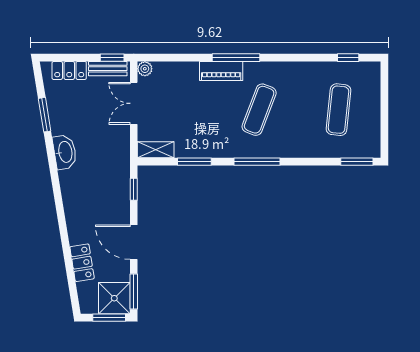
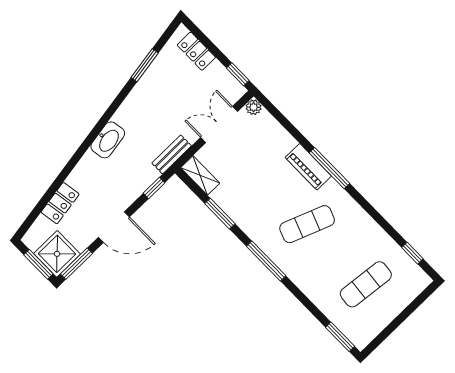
bench: (108, 69) -> (172, 154), moved, turned 90
washbasin: (65, 152) -> (108, 140), moved
door: (134, 242) -> (114, 227), swing flipped

